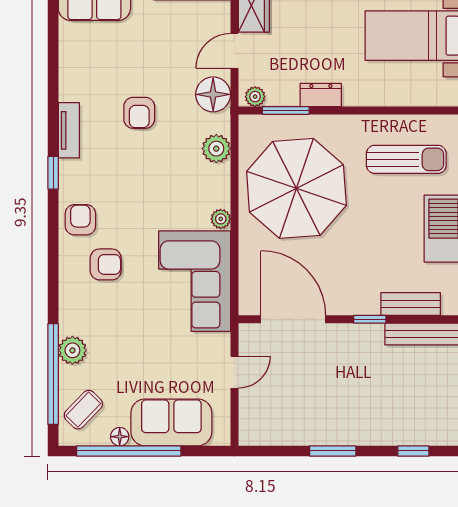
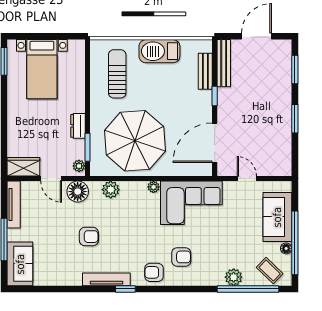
tv unit: (69, 130) -> (106, 279), width x1.41
armchair: (106, 264) -> (181, 257), turned 90
window: (413, 451) -> (295, 69), width x1.50

